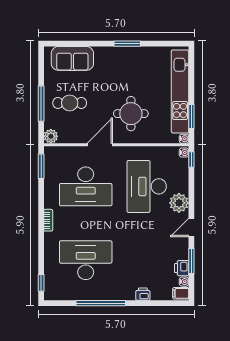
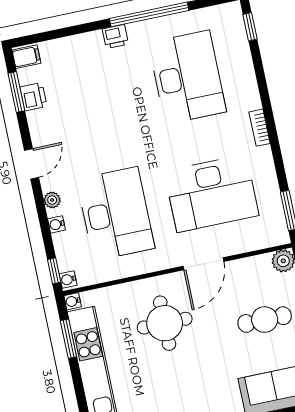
desk: (86, 186) -> (212, 193), turned 180
plant: (179, 203) -> (52, 200), width x0.53, depth x0.53
desk: (86, 260) -> (187, 77), turned -90
window: (191, 261) -> (16, 92), moved
water cooler: (184, 282) -> (56, 224), moved
printer: (143, 294) -> (115, 37), moved

